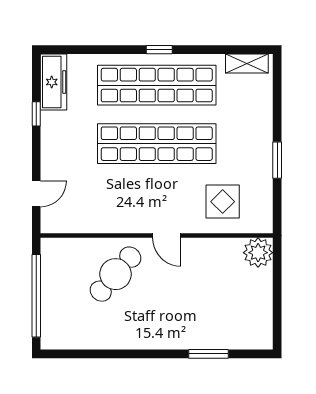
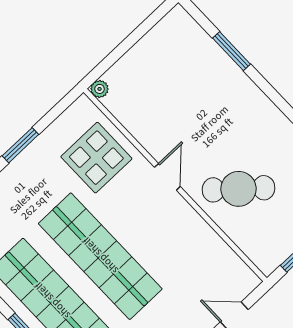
display table: (223, 202) -> (96, 158), width x1.36, depth x1.36
plant: (258, 253) -> (100, 89), width x0.53, depth x0.53

